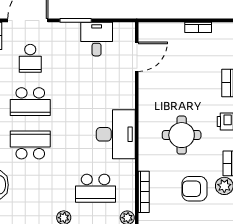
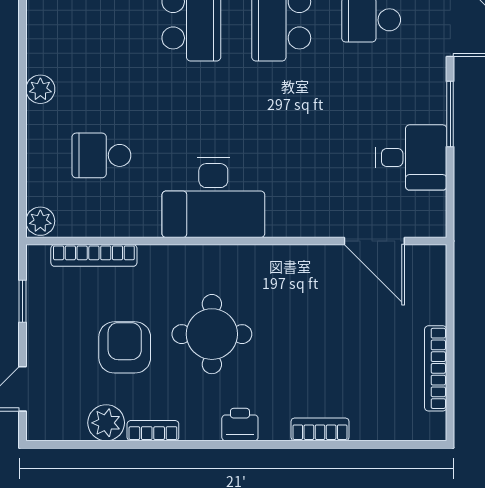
bookcase: (198, 27) -> (436, 368), width x1.56
school desk: (96, 188) -> (101, 155), width x0.54
armchair: (194, 189) -> (125, 347), moved

